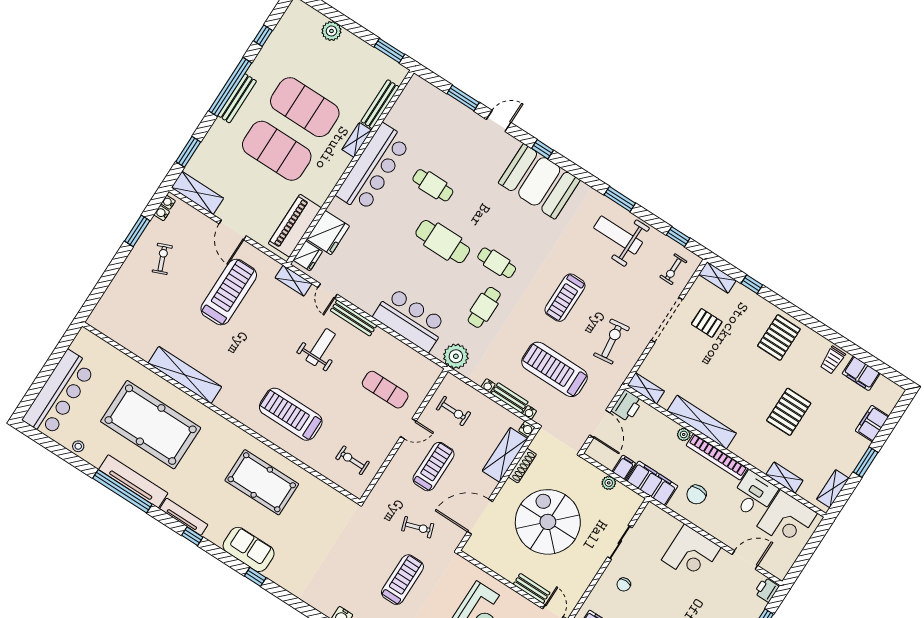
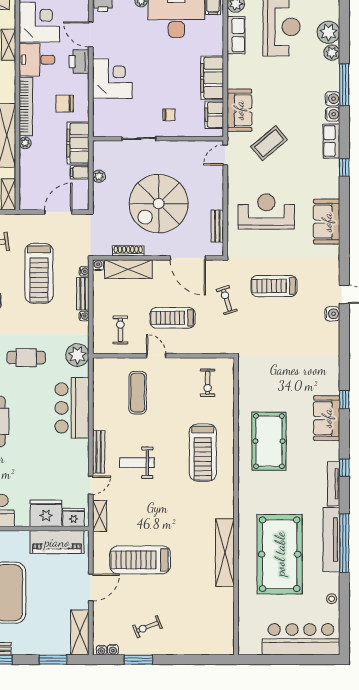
printer: (627, 406) -> (79, 62), moved, turned -90
chair: (696, 495) -> (65, 104), turned 180
bench: (532, 588) -> (217, 226), moved

